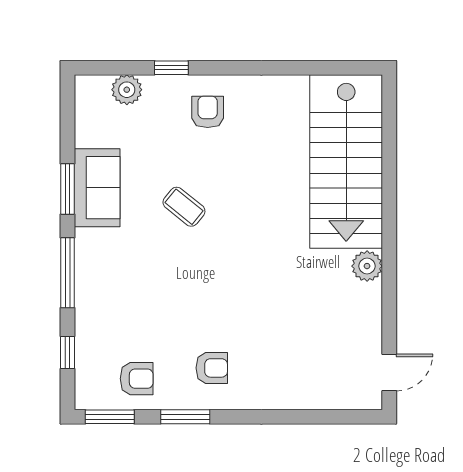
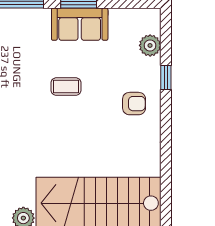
coffee table: (184, 207) -> (66, 87), turned 51

